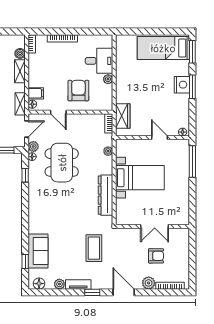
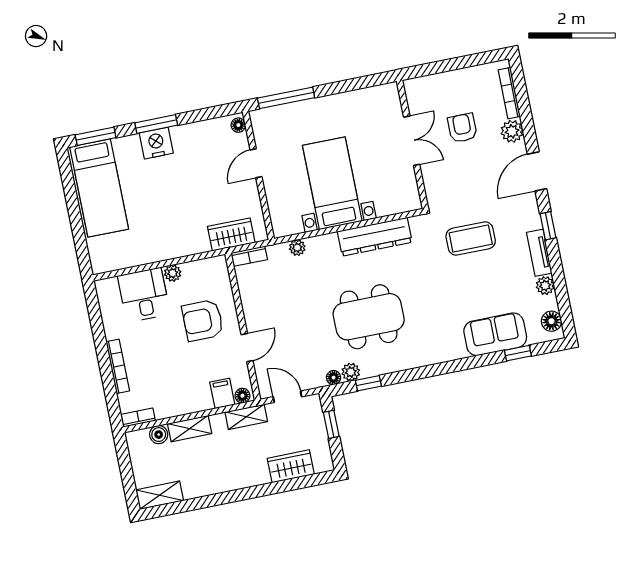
plant: (33, 146) -> (351, 372), moved
dining table: (62, 163) -> (369, 317), moved

